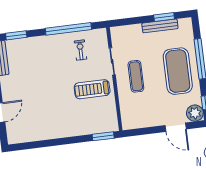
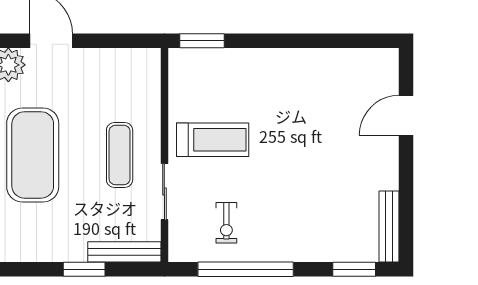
window: (164, 17) -> (84, 269), moved
bench: (160, 26) -> (124, 252), moved

